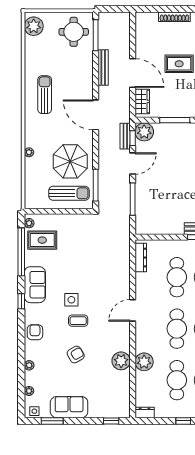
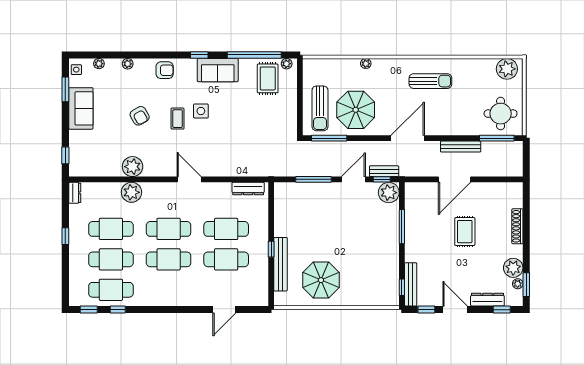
wardrobe: (142, 101) -> (423, 190), removed
door: (133, 164) -> (353, 179), swing flipped

